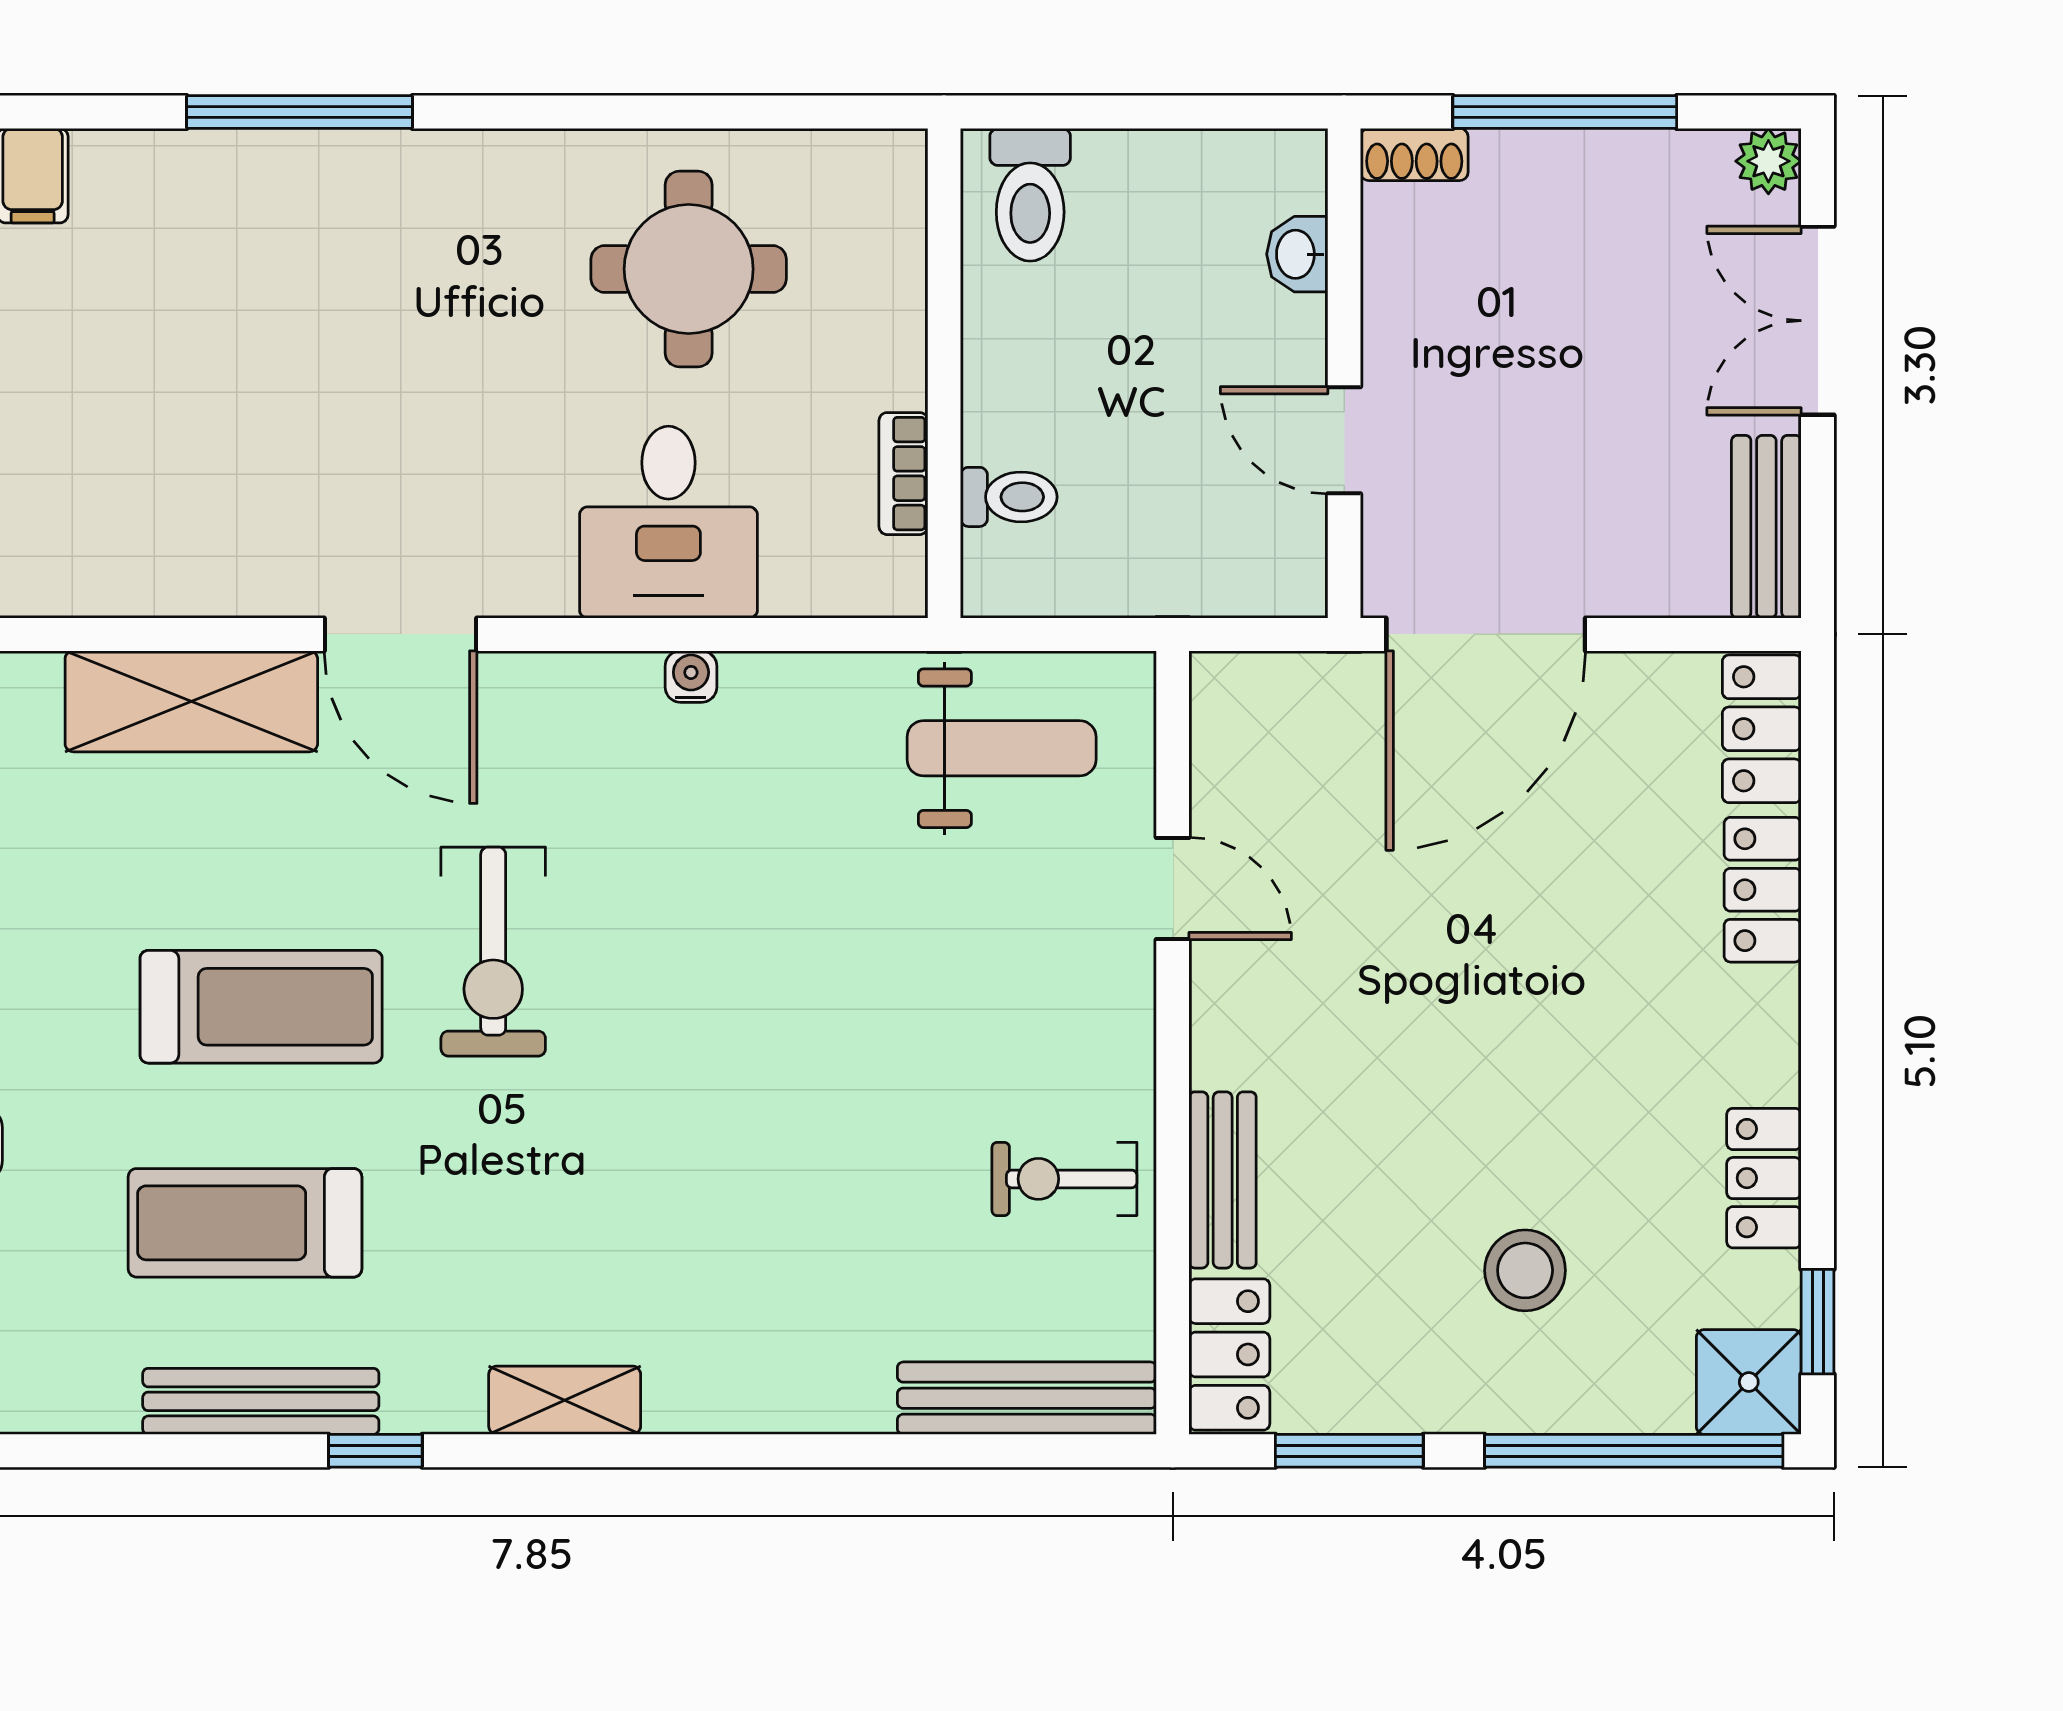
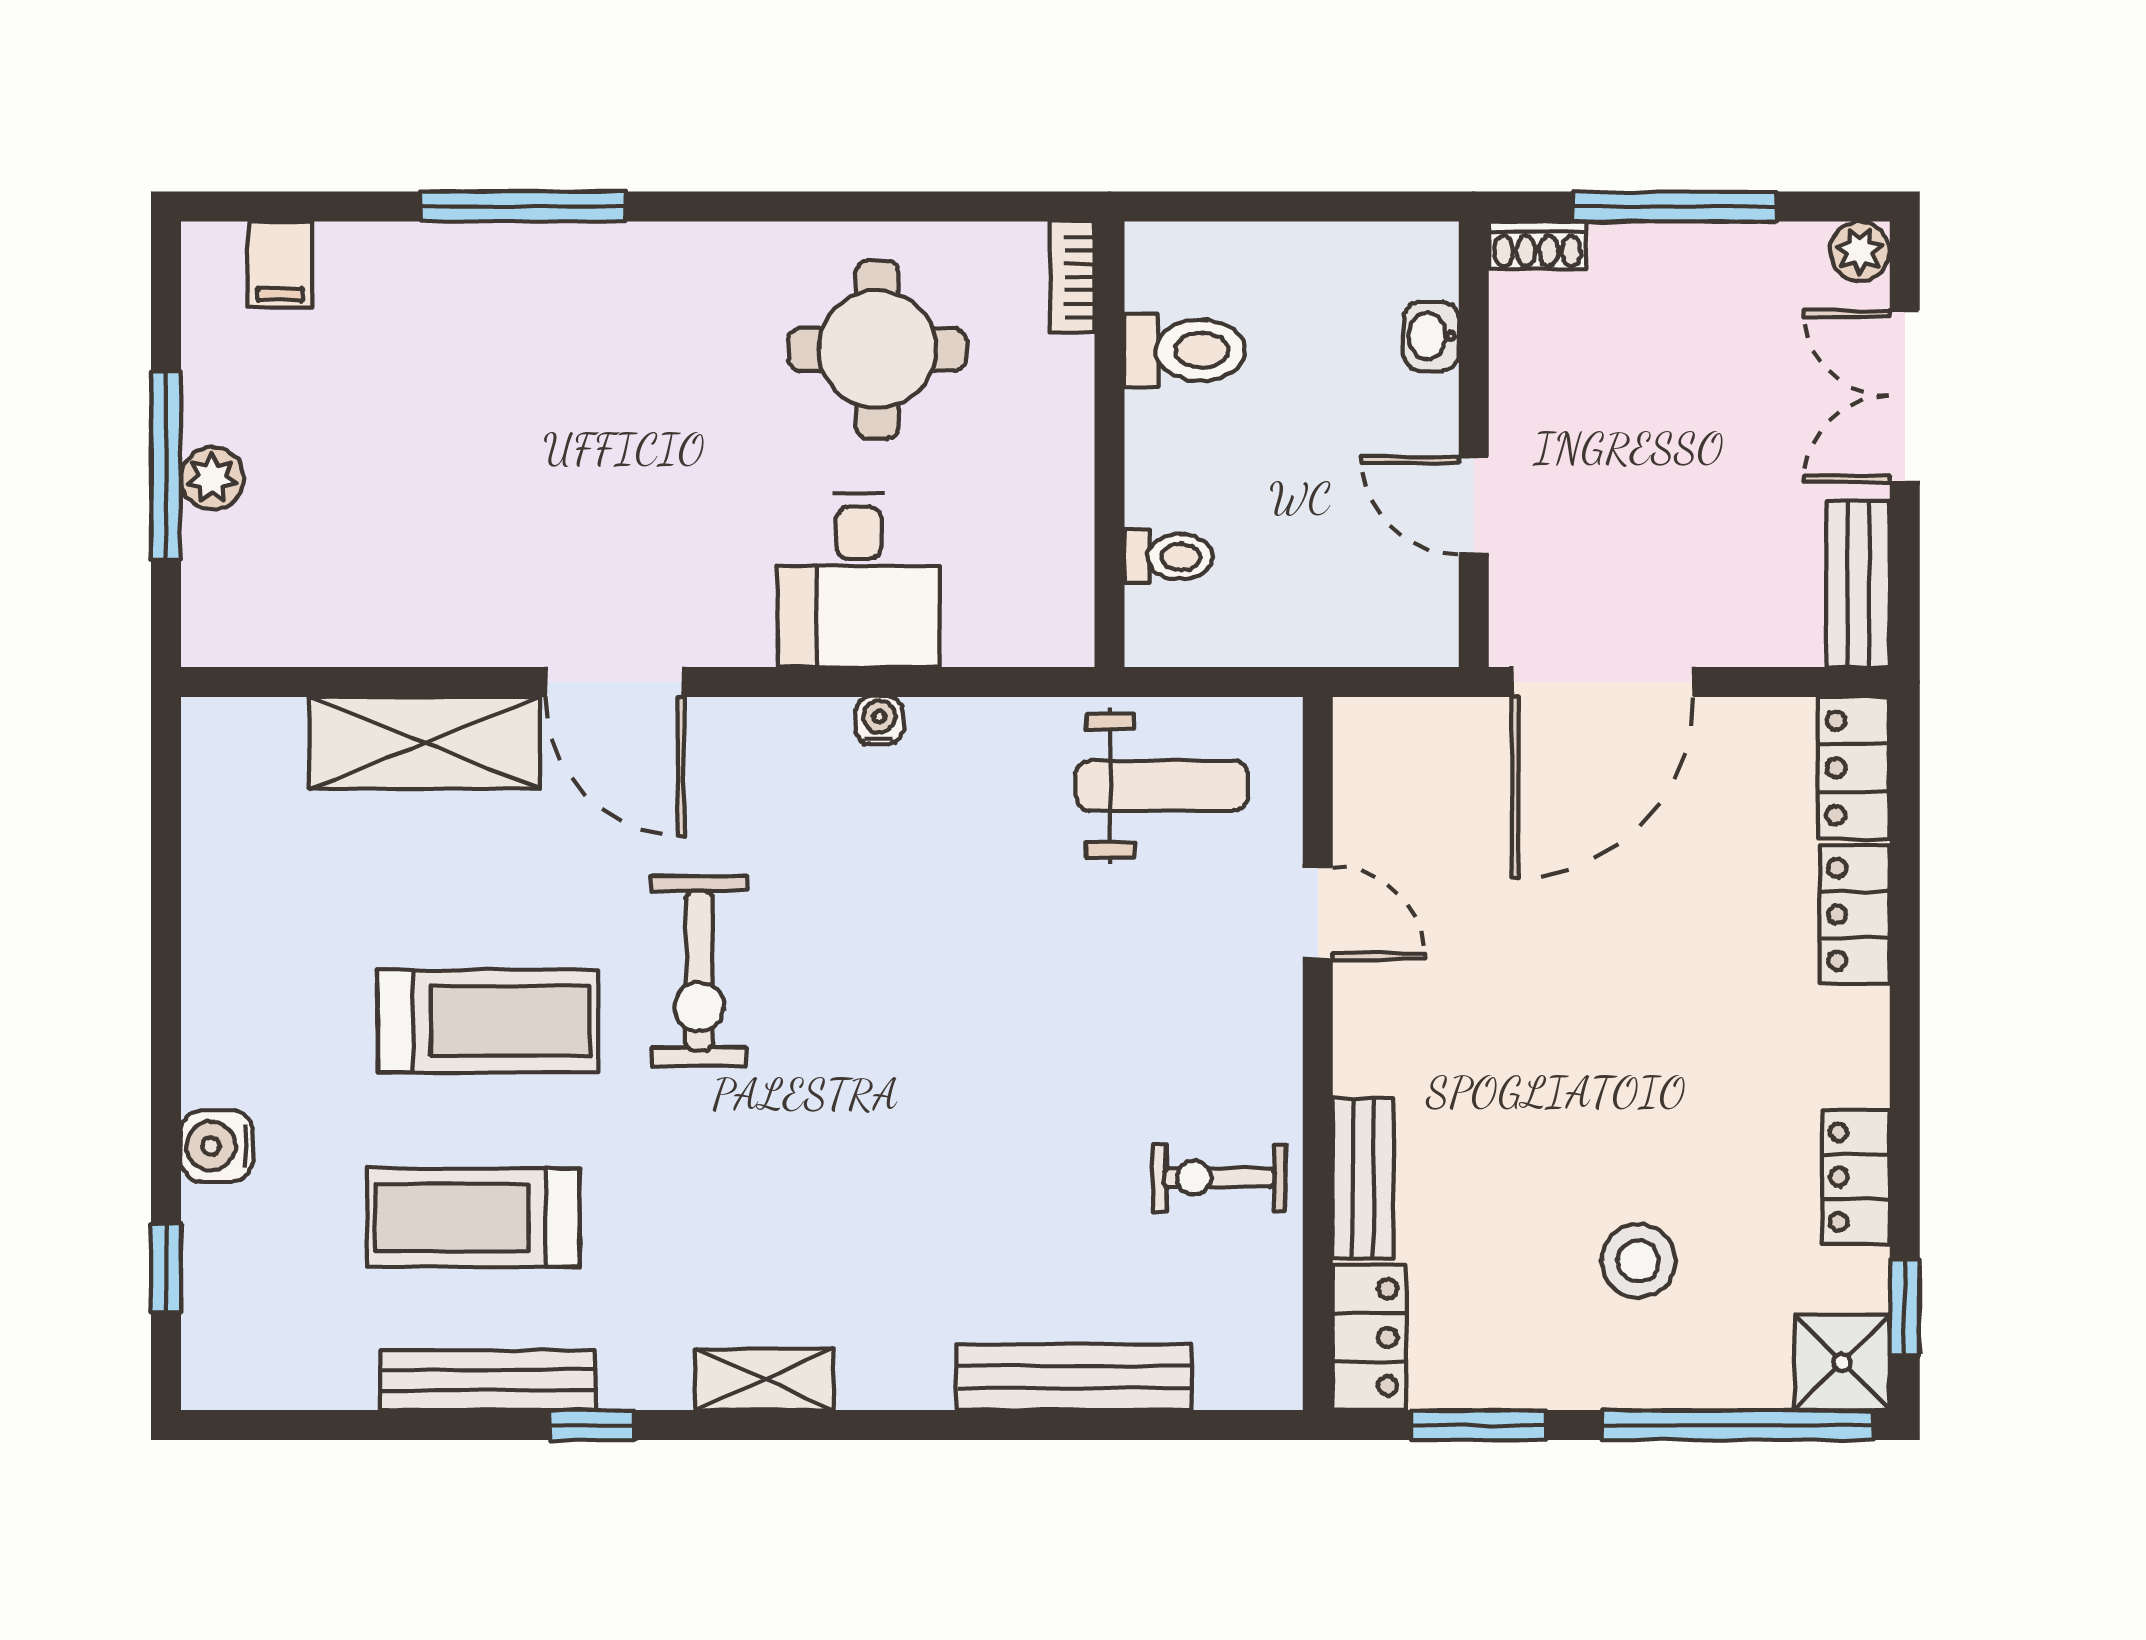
toilet: (1030, 195) -> (1185, 350), moved, turned -90
bookcase: (903, 474) -> (1073, 277), moved
bench: (1027, 1398) -> (1074, 1377), moved

